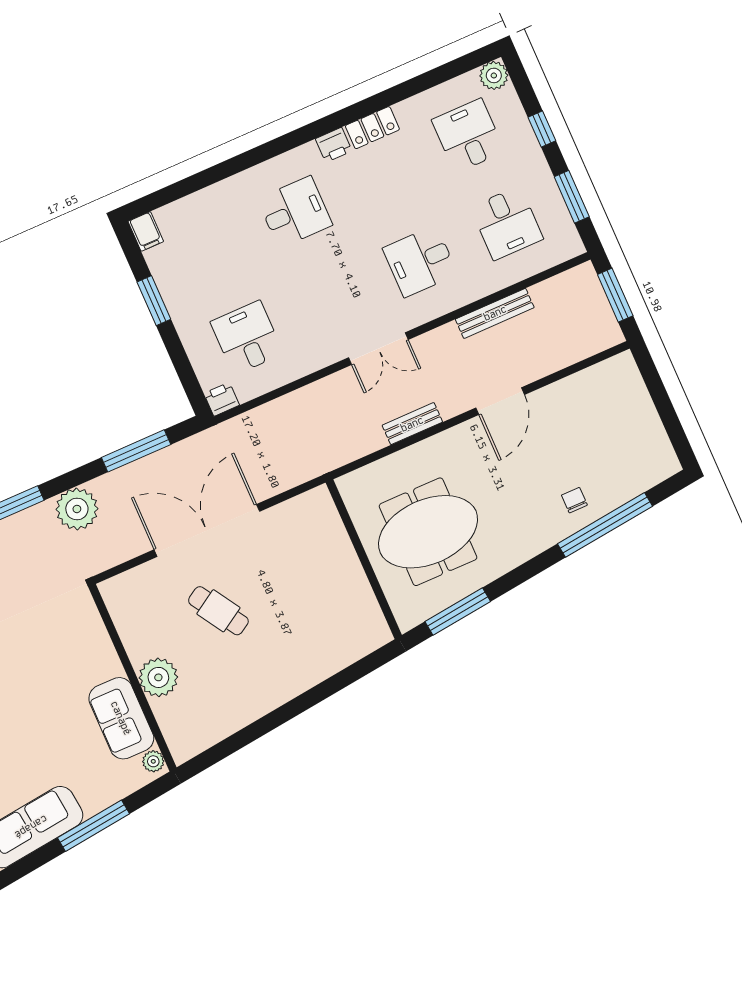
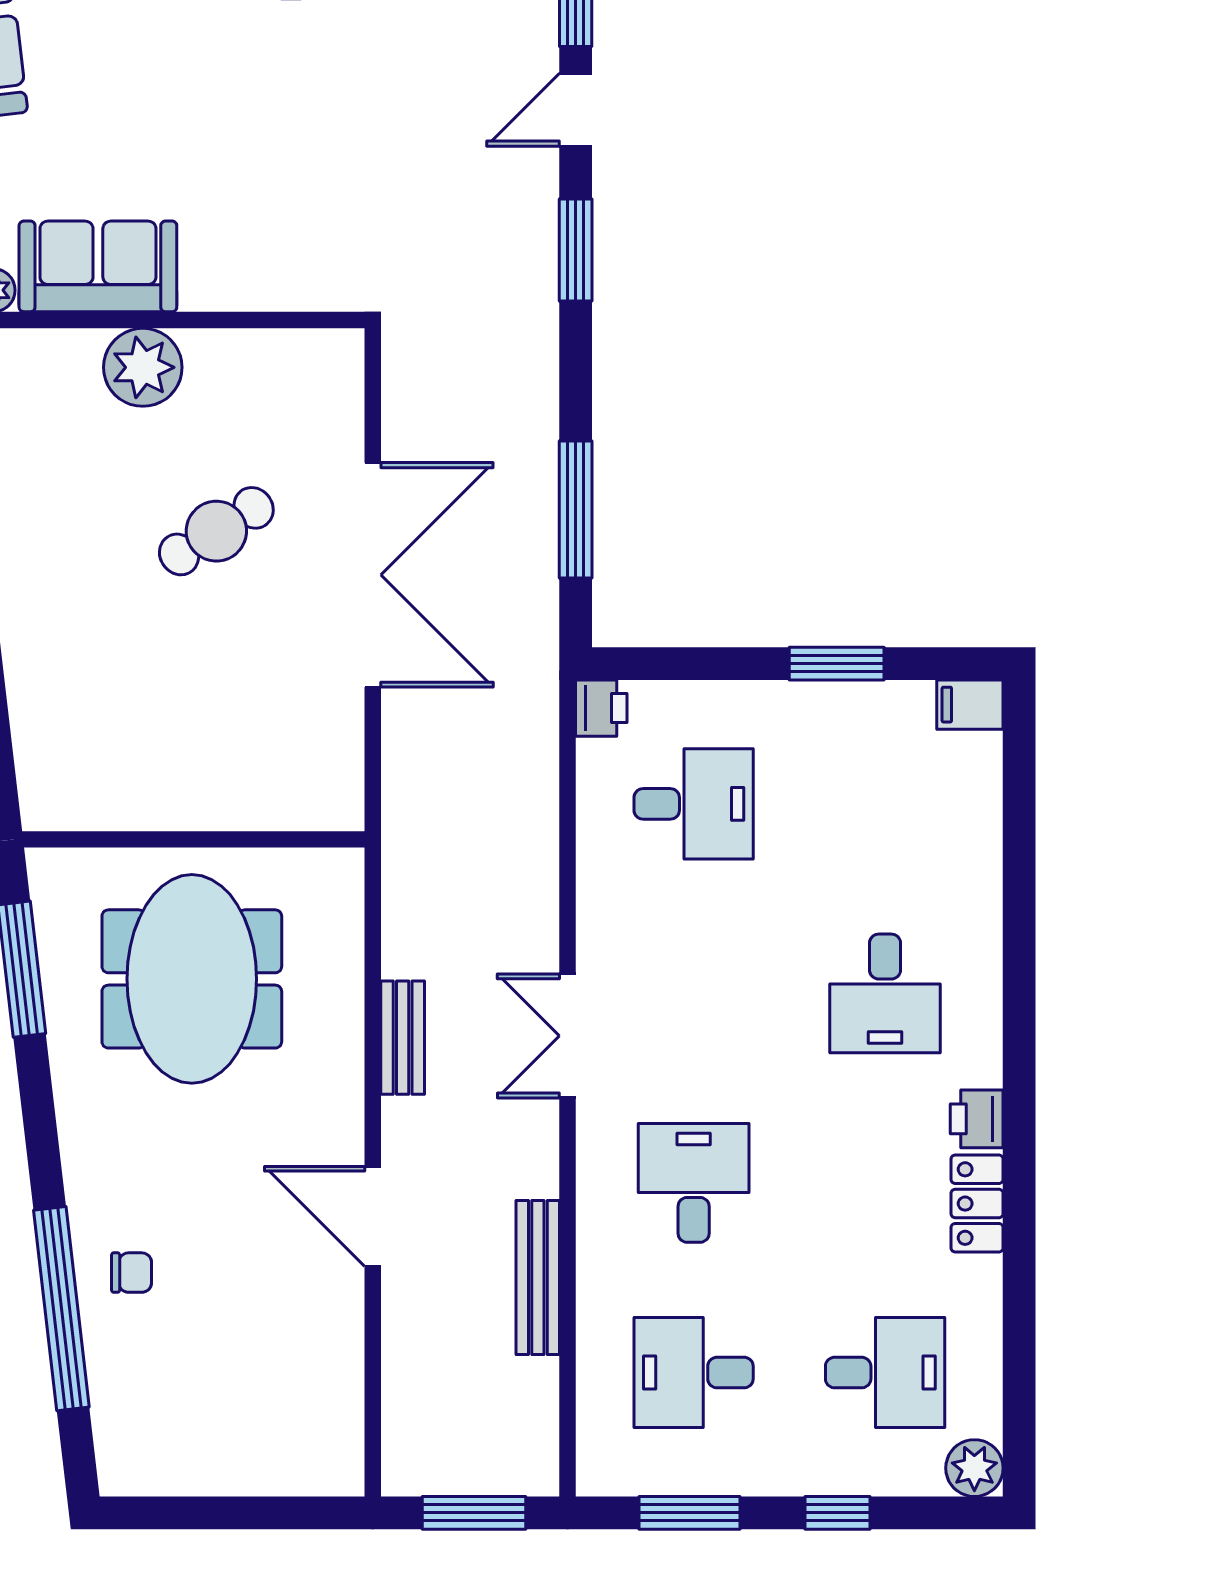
plant: (77, 509) -> (517, 354), removed

